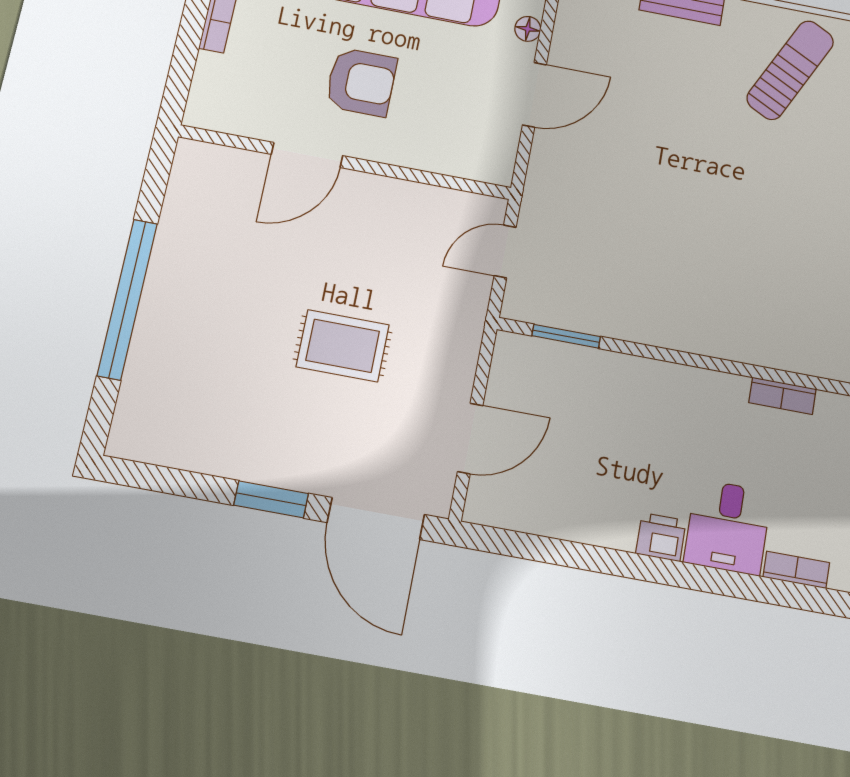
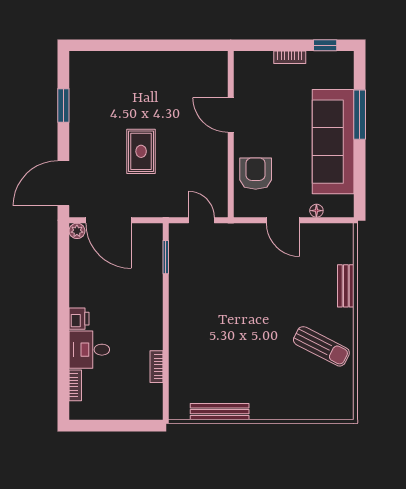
armchair: (361, 82) -> (256, 174), moved, turned 180
window: (127, 299) -> (144, 45), removed
door: (470, 438) -> (108, 220), width x1.36
window: (271, 499) -> (63, 106), moved
plant: (480, 508) -> (77, 231), added

